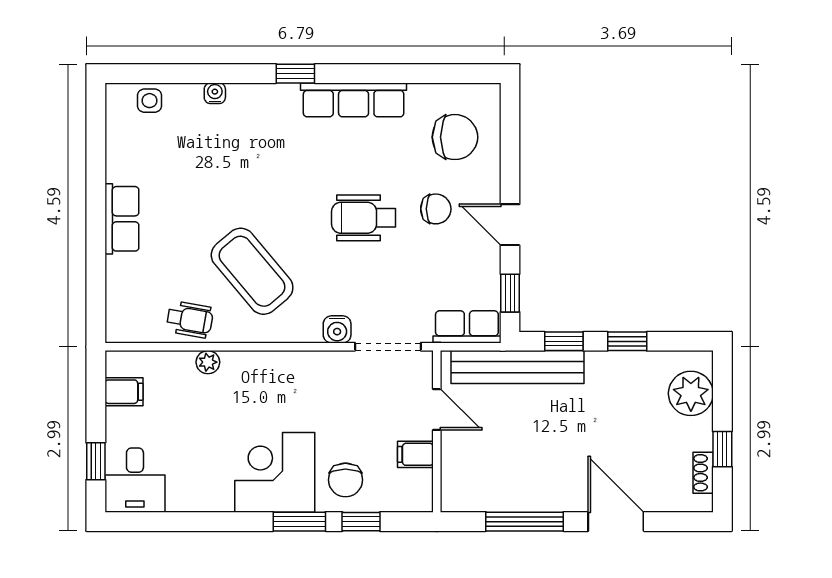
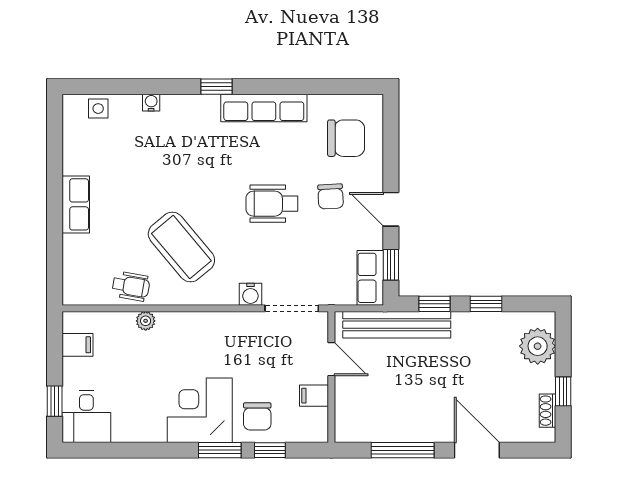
chair: (436, 209) -> (331, 196), turned 87
row of seats: (467, 327) -> (370, 278), moved, turned -90

